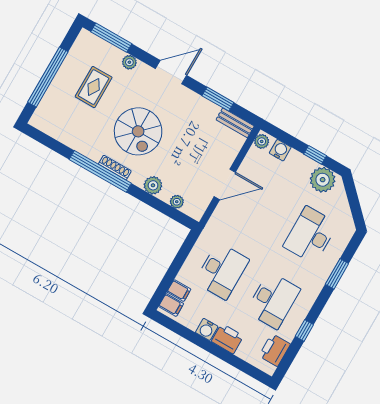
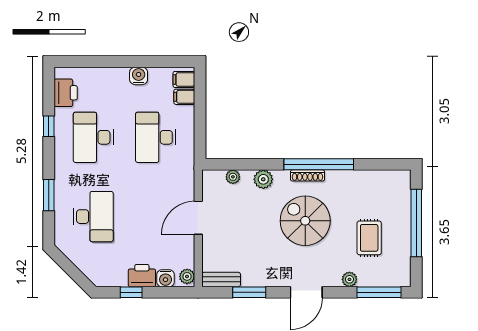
plant: (323, 180) -> (111, 274), removed
printer: (227, 339) -> (142, 276), moved, turned 180

